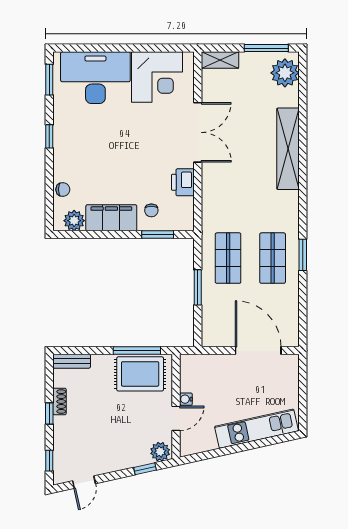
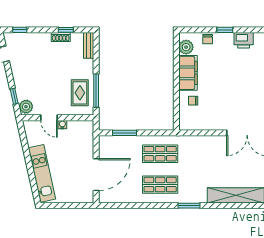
window: (49, 136) -> (225, 30), moved
printer: (183, 182) -> (244, 40), moved, turned 180
window: (158, 235) -> (176, 105), removed
window: (303, 255) -> (189, 206), moved
window: (198, 287) -> (125, 133), moved
rug: (140, 374) -> (80, 93), width x0.73, depth x0.70
window: (49, 414) -> (66, 30), moved

